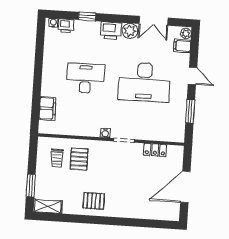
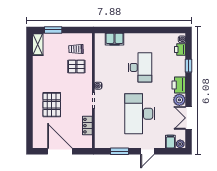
pallet: (94, 201) -> (52, 105), moved, width x1.50, depth x1.42

